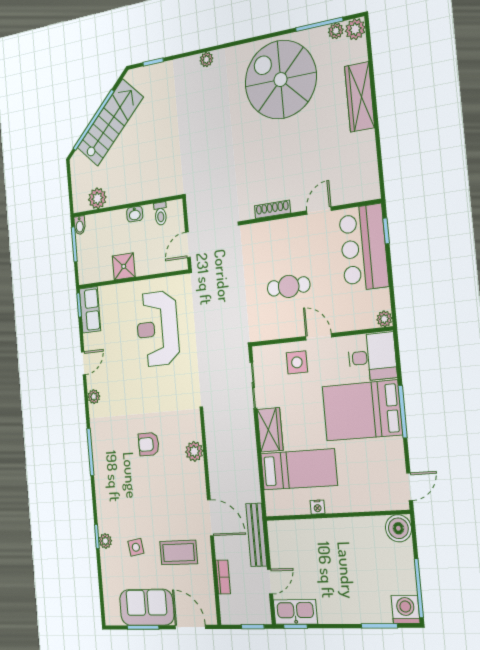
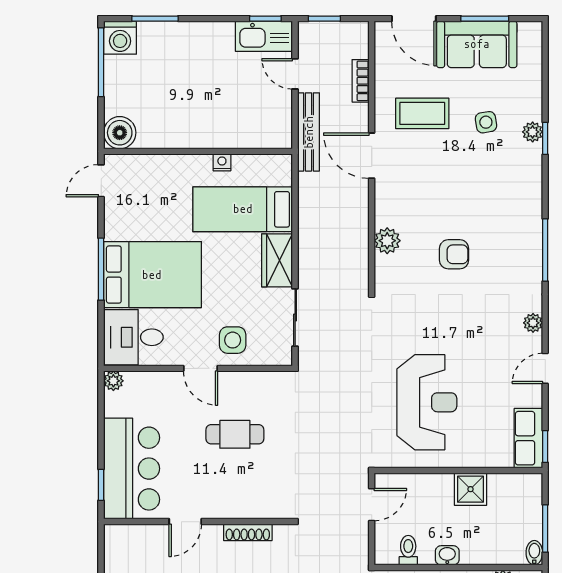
door: (270, 582) -> (295, 74), hinge flipped

